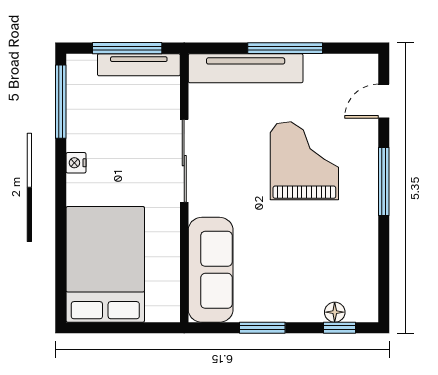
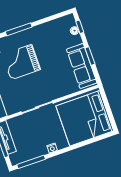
bed: (105, 264) -> (85, 118), width x1.36
sofa: (211, 270) -> (82, 66), moved, turned -90

